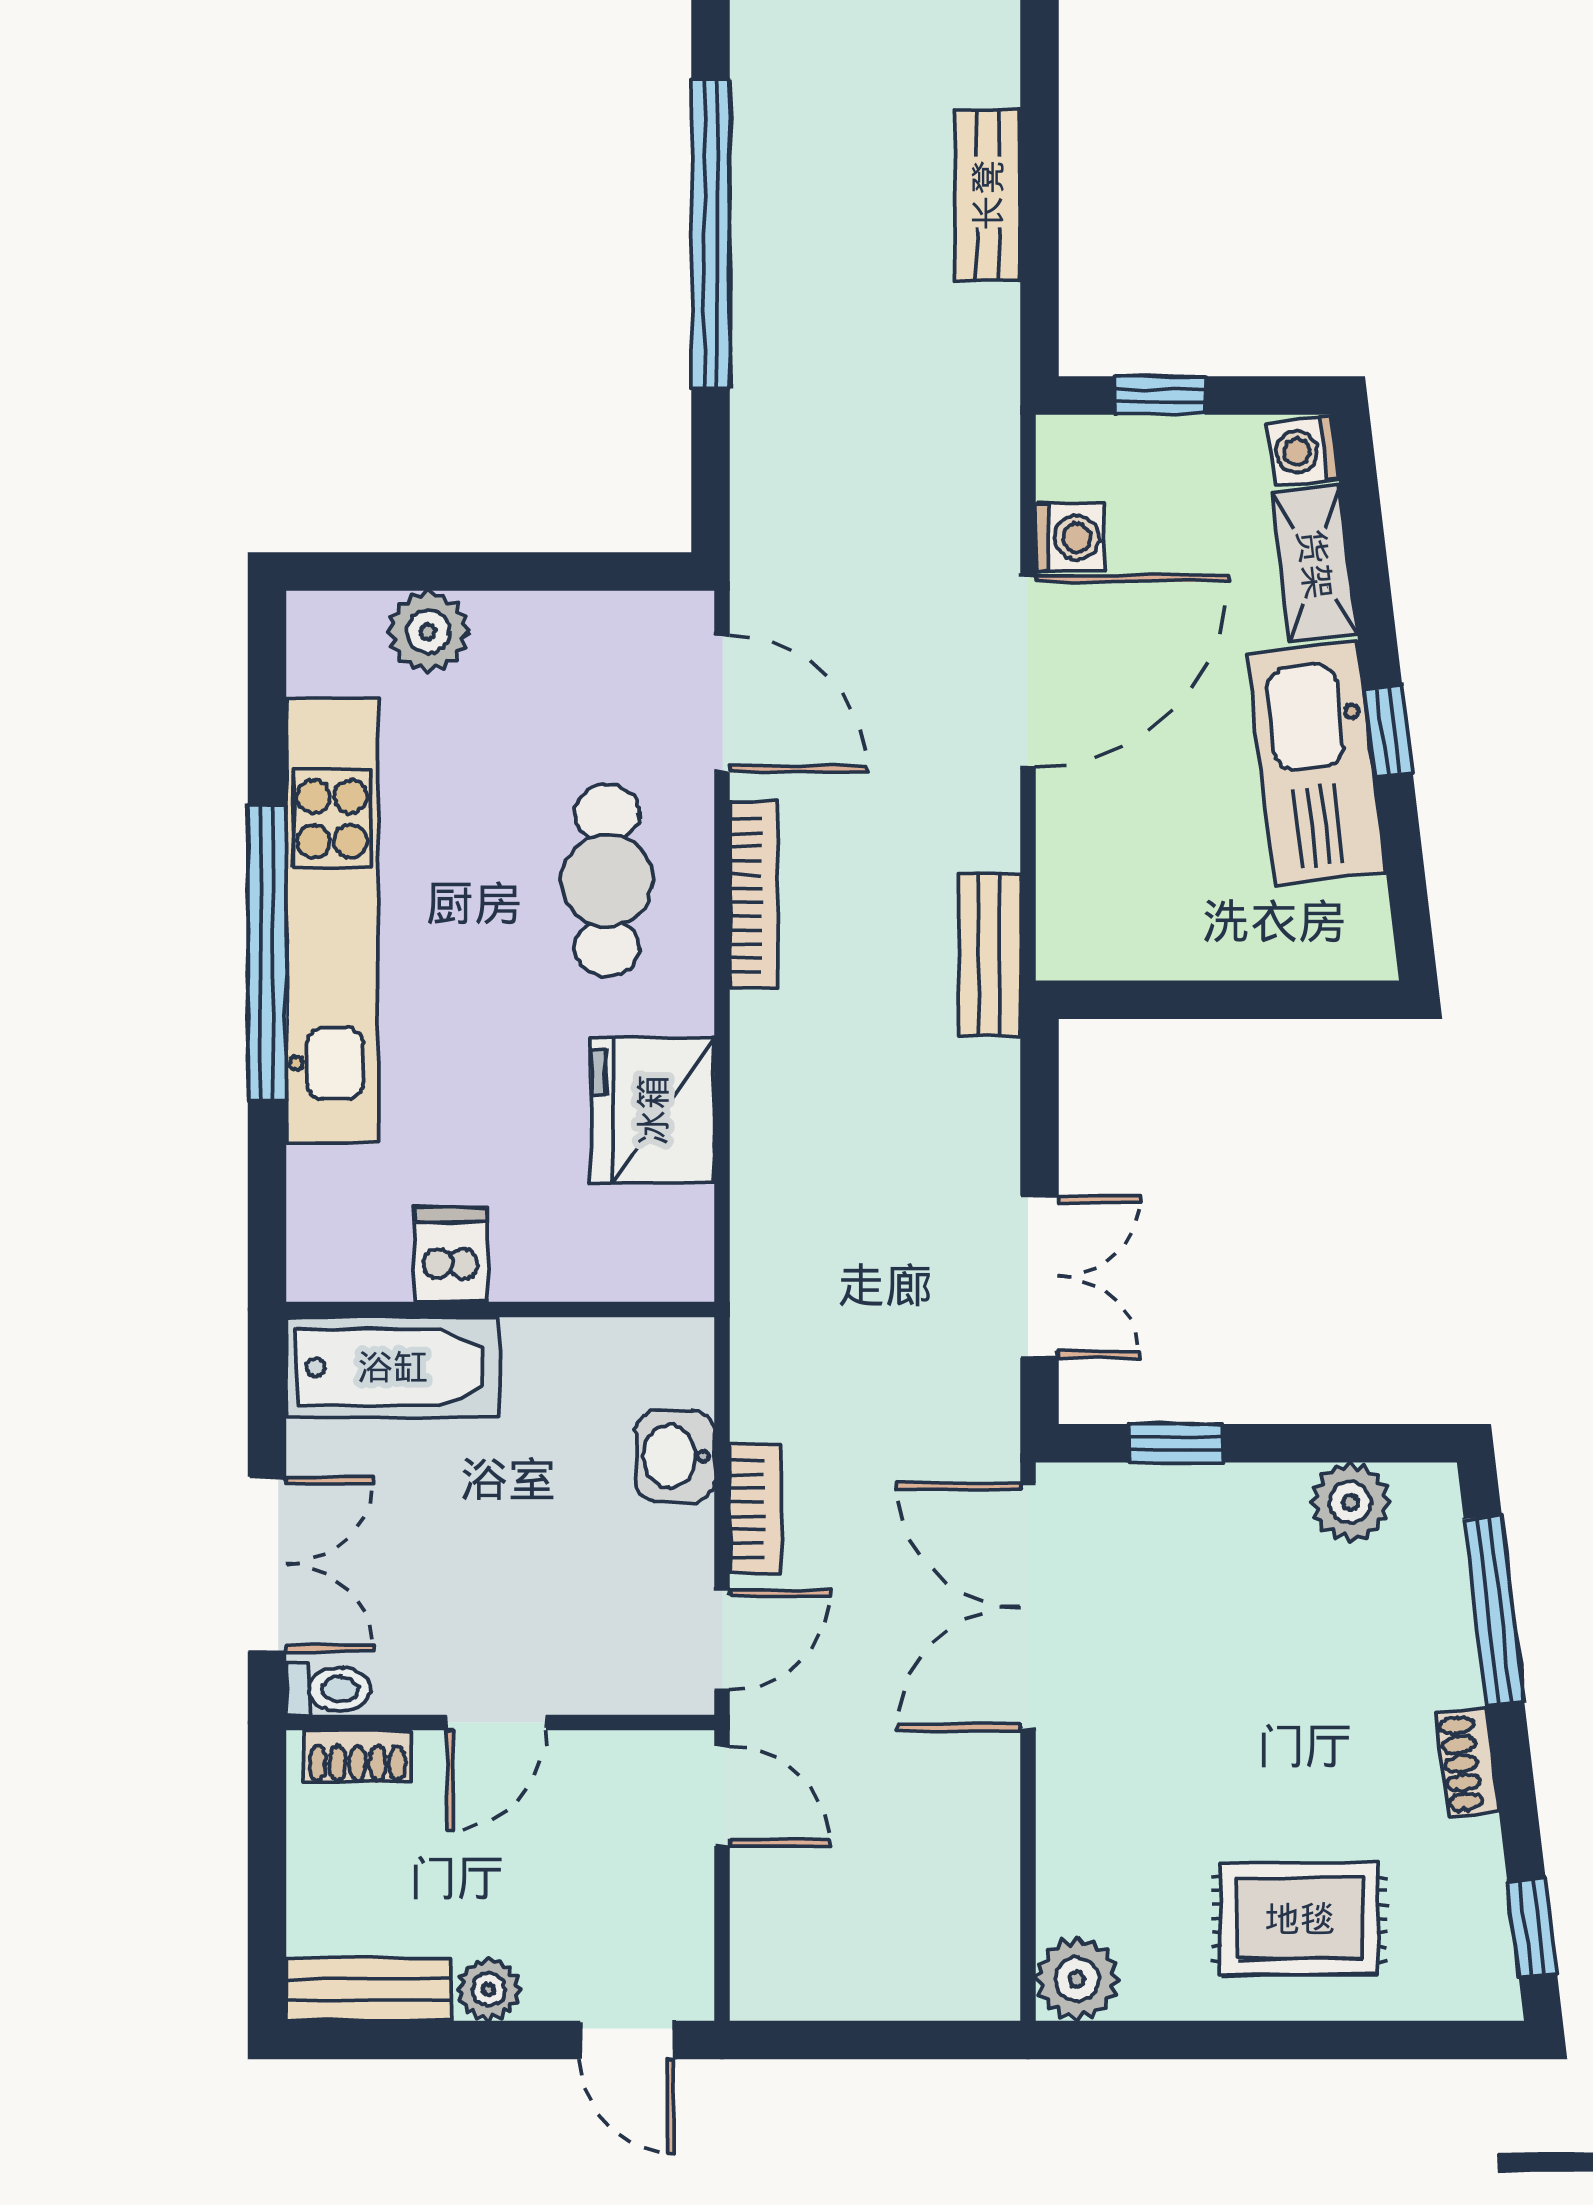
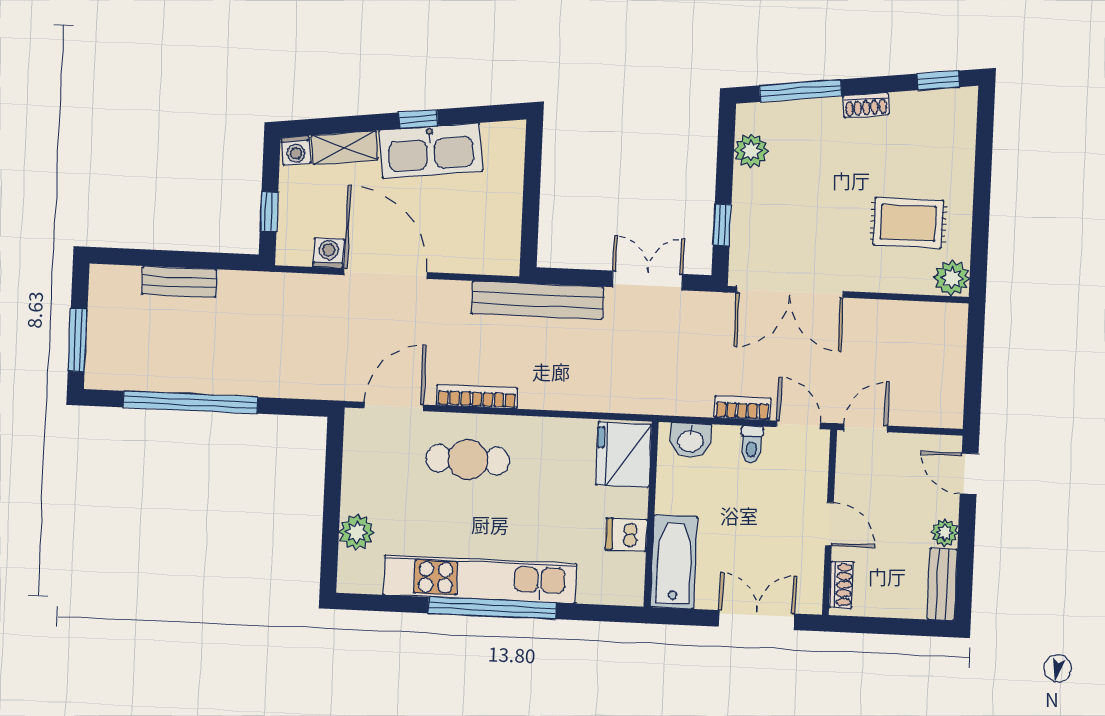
bench: (989, 954) -> (537, 300), width x1.86, depth x1.21
fridge: (653, 1110) -> (624, 455), moved, turned 90
washbasin: (675, 1456) -> (690, 440), moved
toilet: (328, 1689) -> (752, 444), moved, turned 180
rug: (1300, 1919) -> (908, 223), moved, turned 90
door: (627, 2040) -> (969, 474), swing flipped

